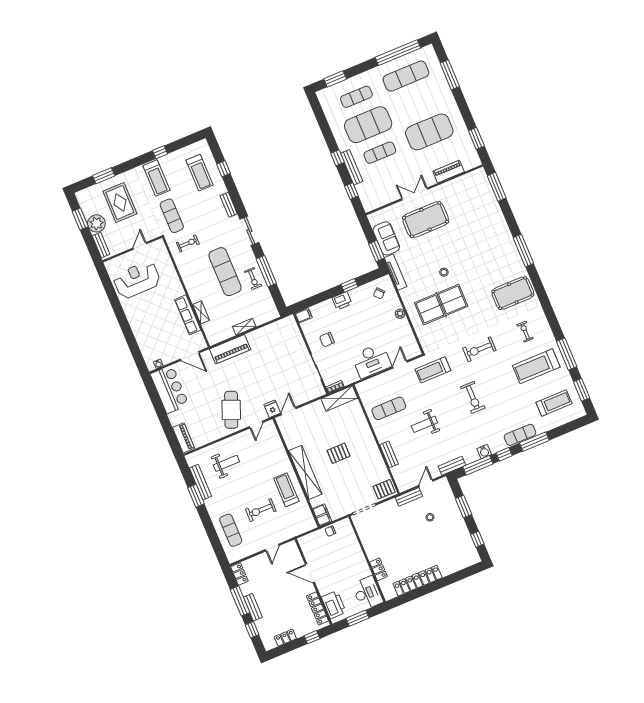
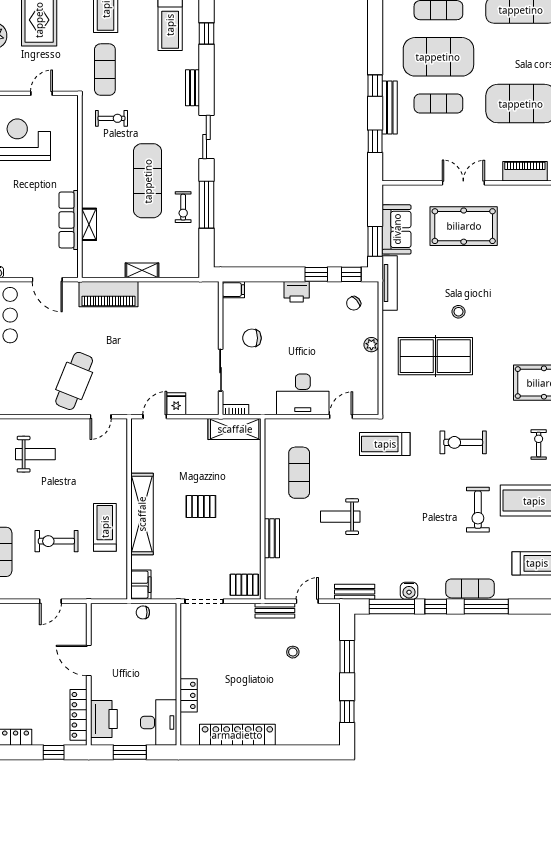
window: (370, 277) -> (351, 274), added
exercise bike: (473, 397) -> (478, 510), moved
exercise mat: (389, 408) -> (299, 473), turned 90
fridge: (272, 409) -> (176, 404), moved

